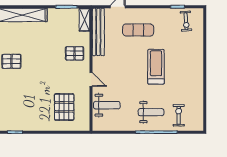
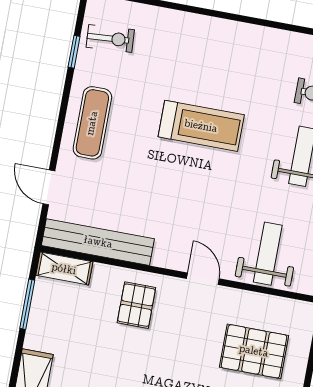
exercise mat: (138, 30) -> (92, 123), moved
treadmill: (156, 67) -> (201, 126), turned 180
door: (91, 80) -> (203, 279), hinge flipped

